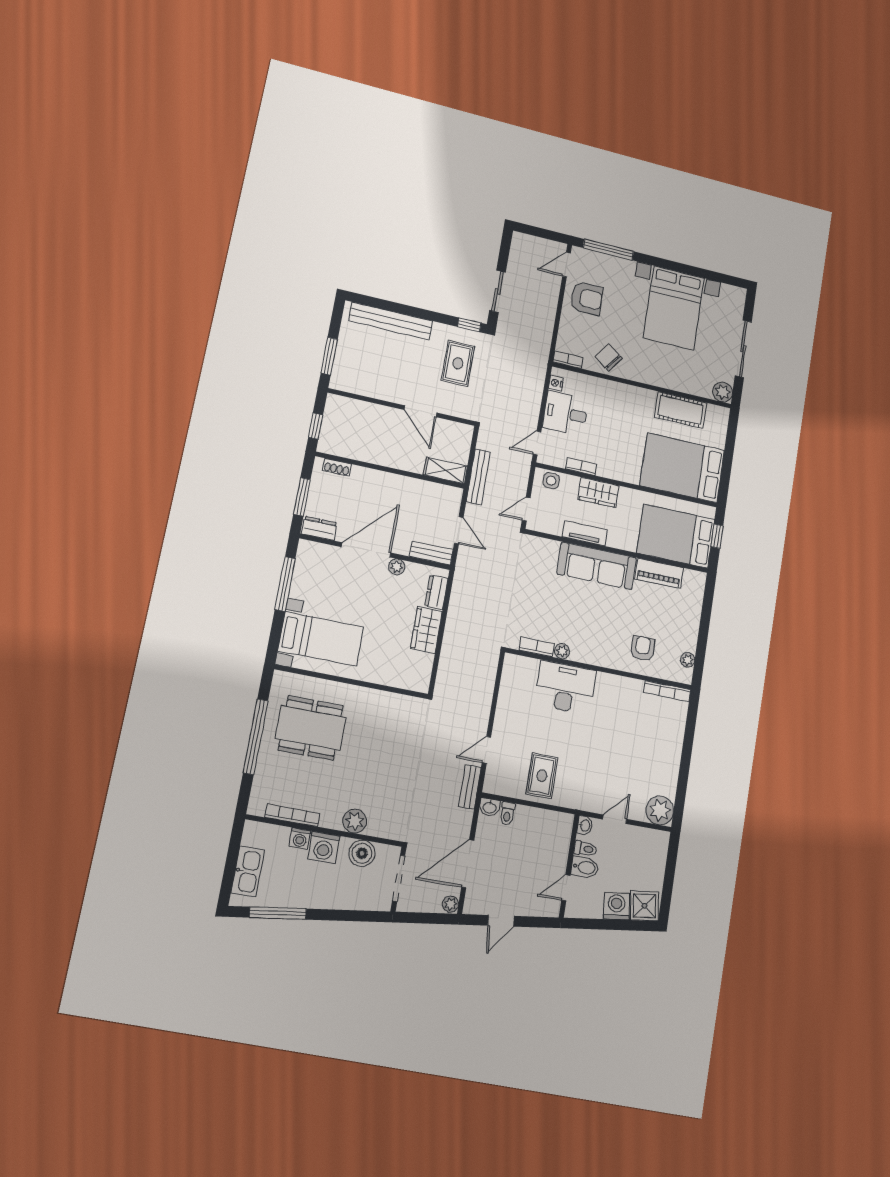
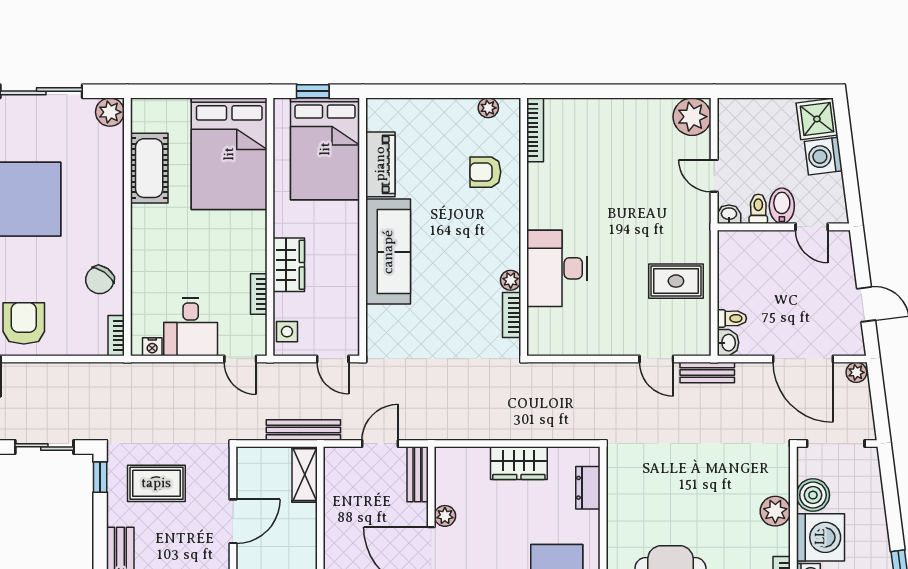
tv unit: (585, 533) -> (348, 275), removed
dresser: (436, 592) -> (588, 488), moved, turned 90
washing machine: (324, 847) -> (820, 537), width x1.37, depth x1.37

